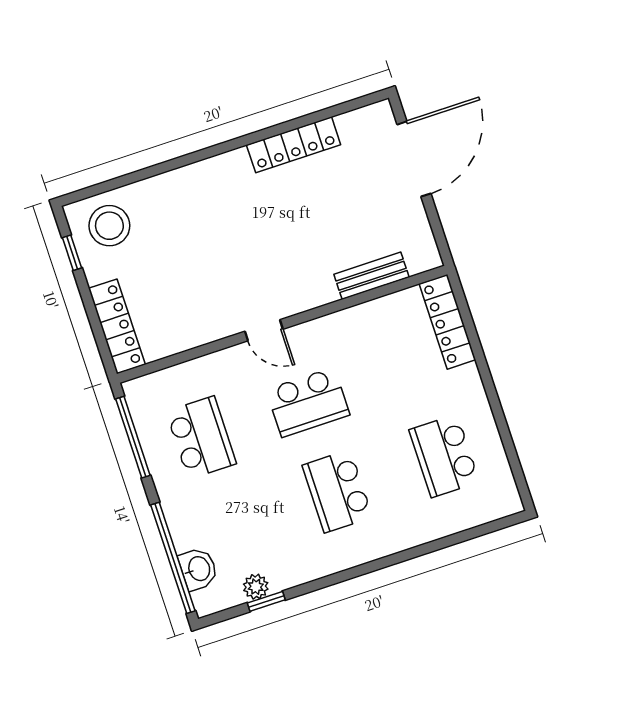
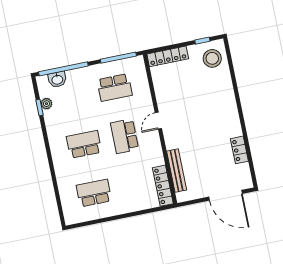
locker: (294, 145) -> (239, 150), width x0.66
bench: (371, 276) -> (177, 171), width x1.36
locker: (447, 322) -> (163, 186), moved, turned -90

